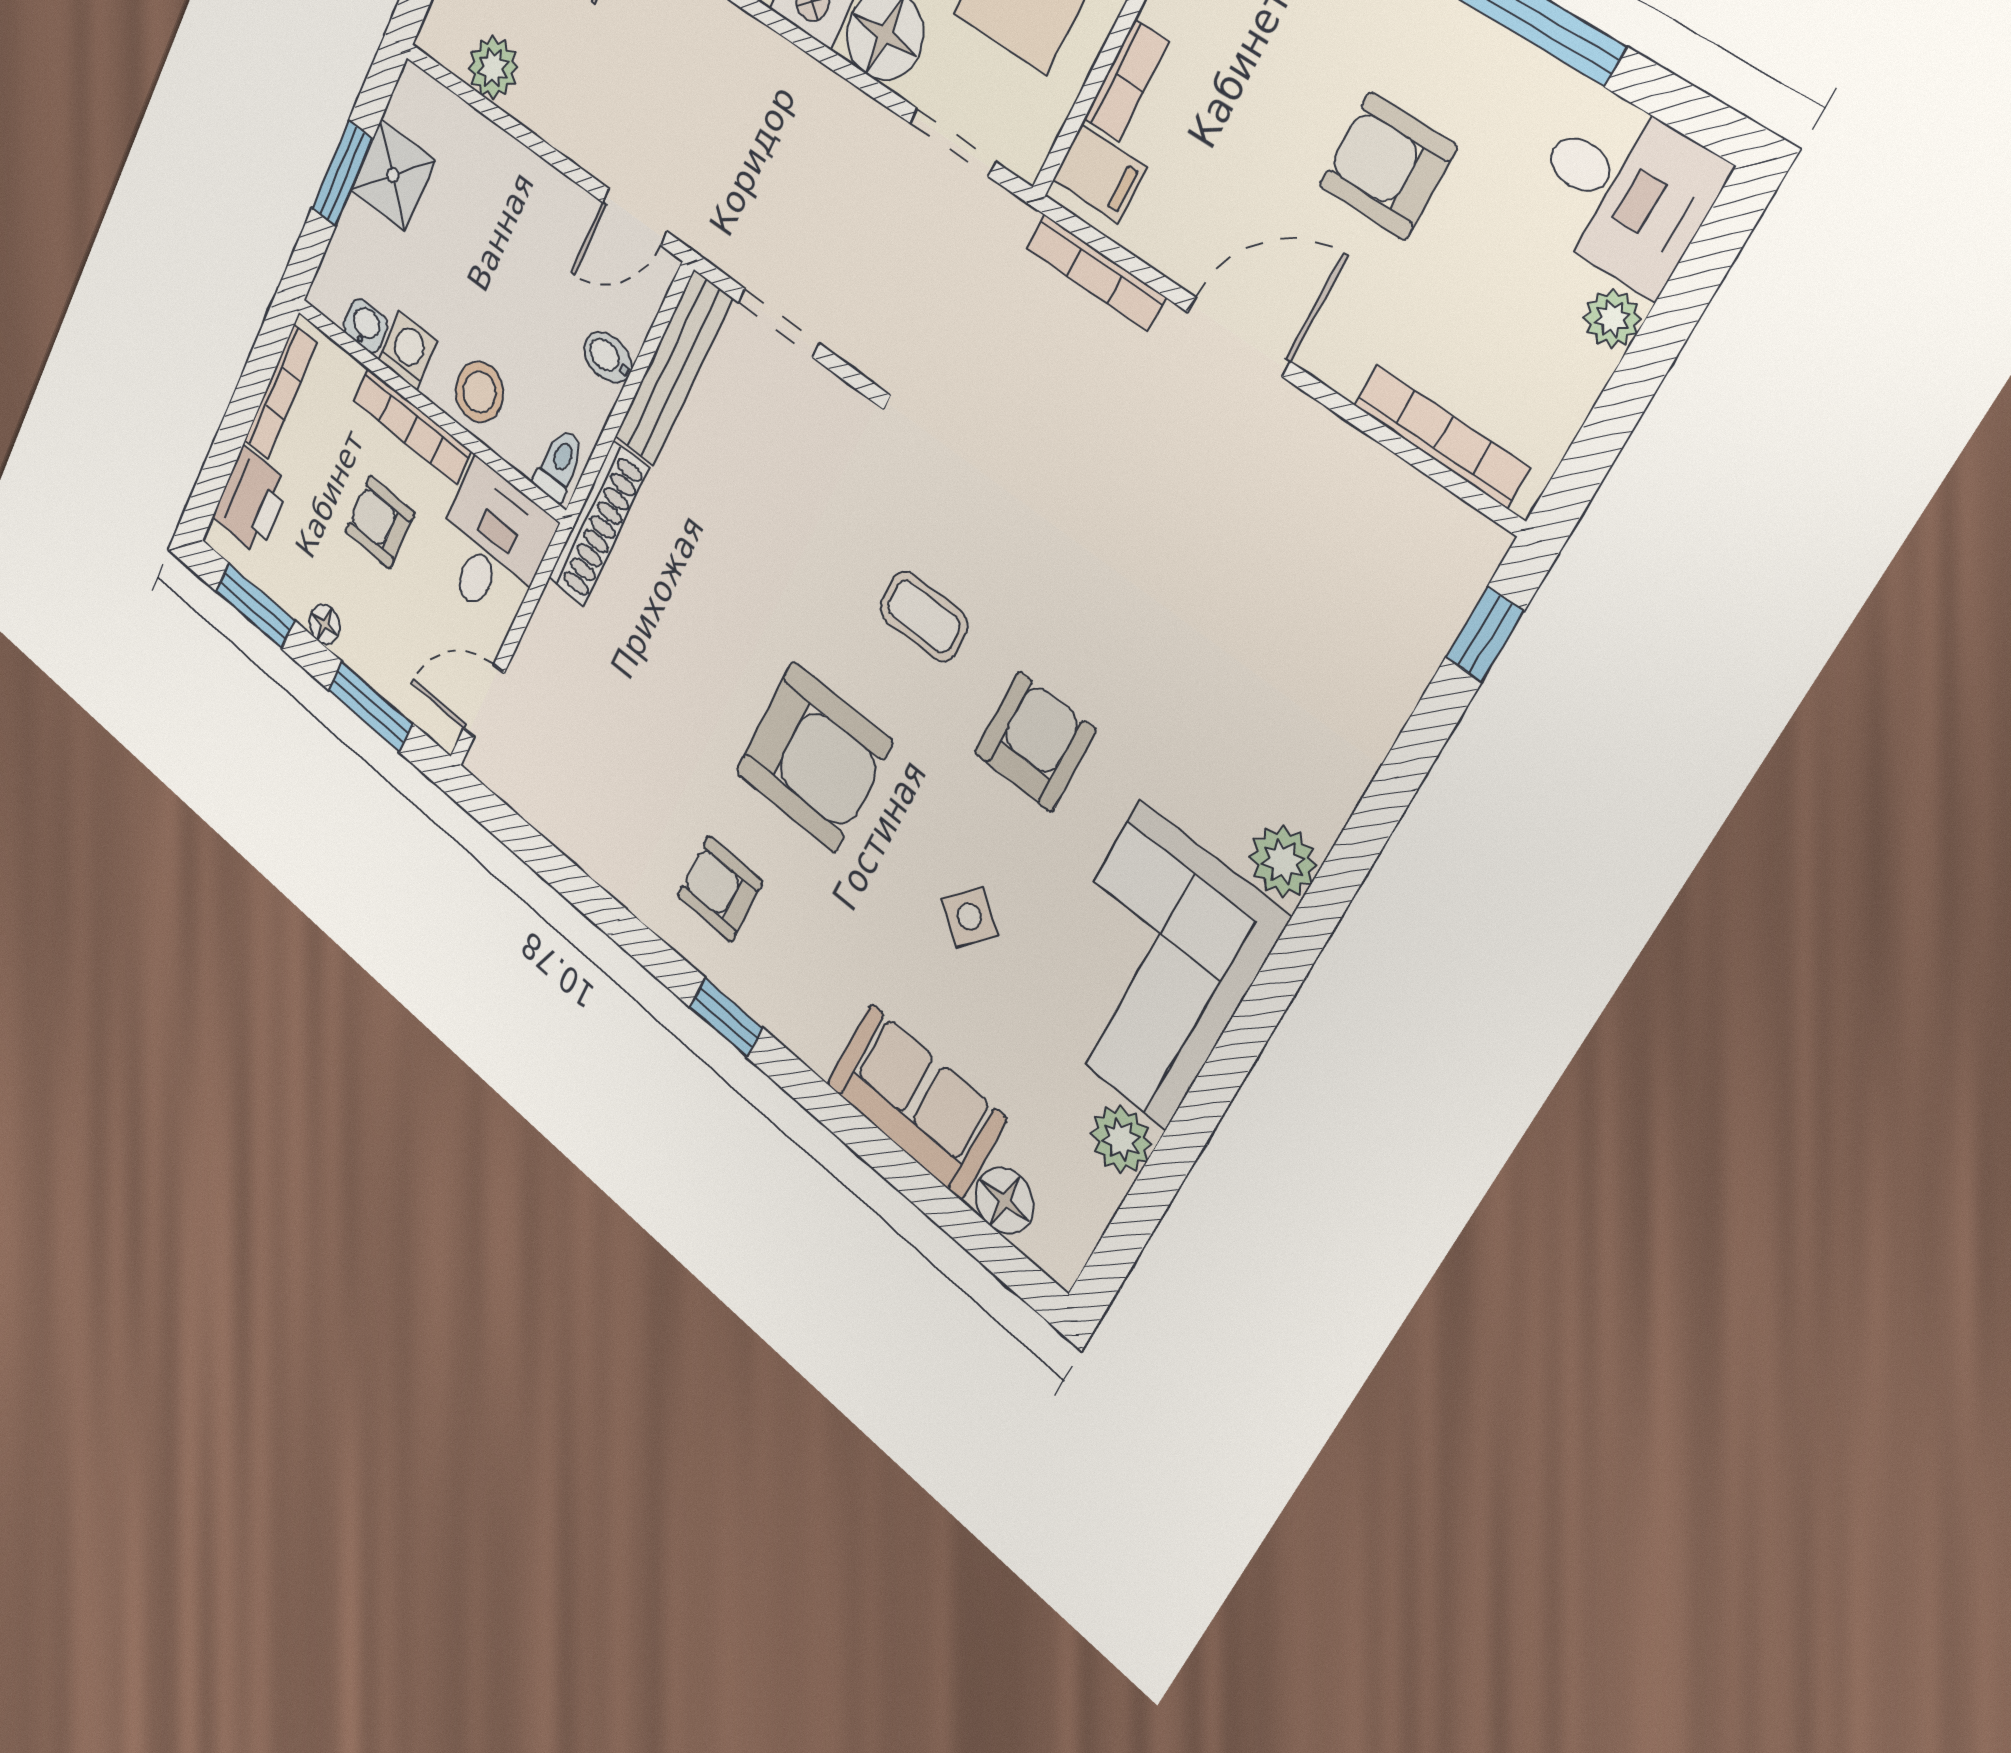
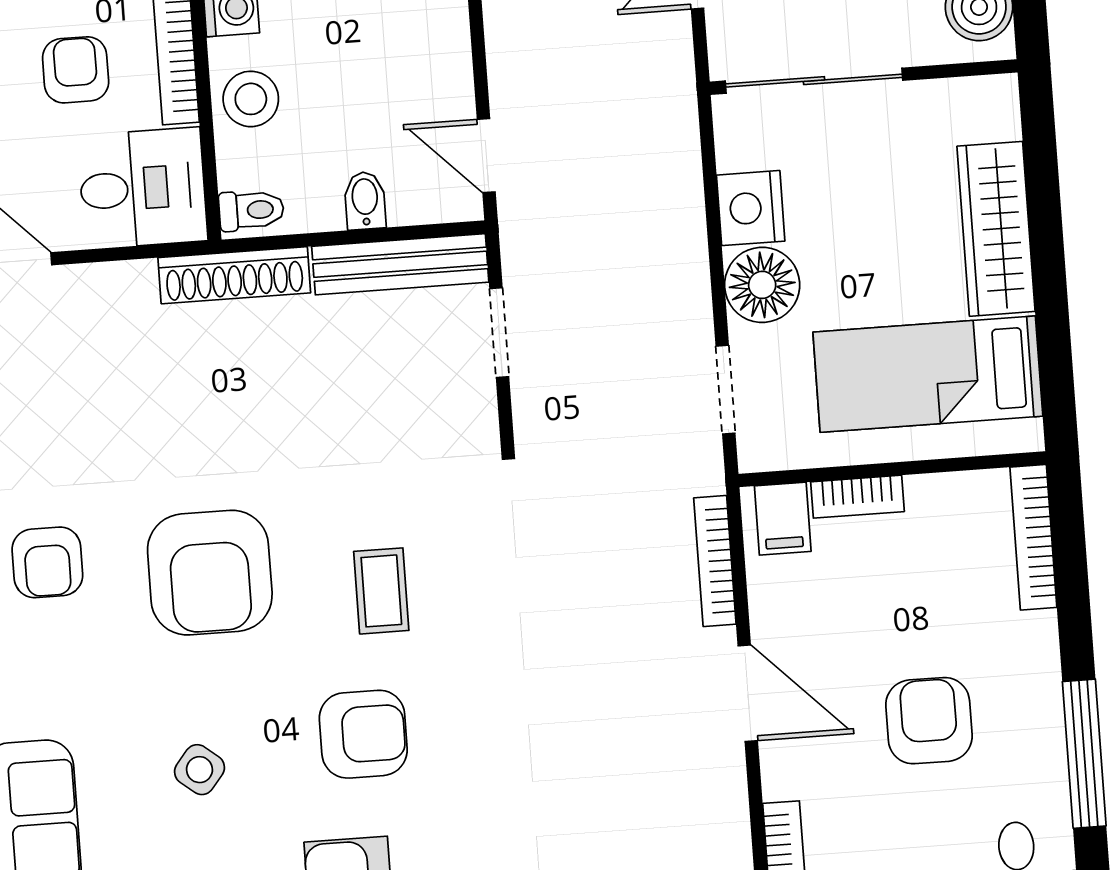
armchair: (720, 889) -> (47, 562), turned 180

